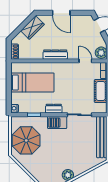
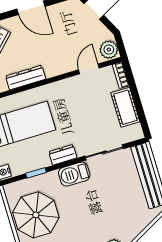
dresser: (55, 55) -> (26, 78), moved
door: (85, 61) -> (89, 69), hinge flipped

